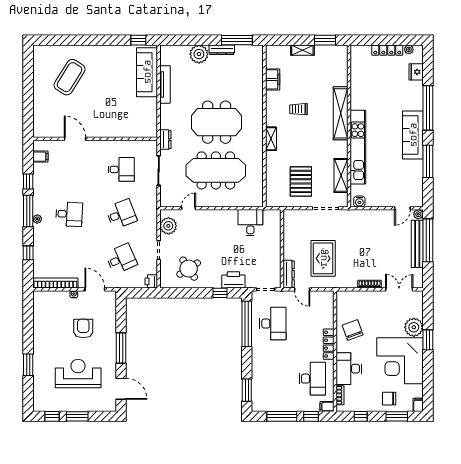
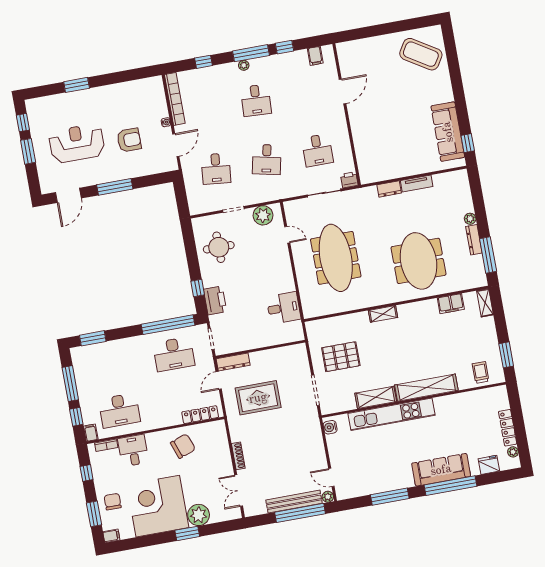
shelving: (302, 50) -> (485, 303), moved
plant: (199, 54) -> (470, 219), width x0.53, depth x0.53
sofa: (147, 72) -> (448, 132), moved, turned -90
coffee table: (70, 77) -> (421, 54), moved
tv unit: (165, 84) -> (417, 184), width x0.71
trolley: (299, 109) -> (481, 372), moved
meeting table: (217, 122) -> (419, 261), moved
sofa: (413, 135) -> (441, 470), moved
dresser: (165, 140) -> (389, 189), moved
shelving: (341, 175) -> (376, 397), moved
desk: (121, 214) -> (267, 159), turned 33
desk: (121, 259) -> (216, 169), turned 30
round table: (189, 269) -> (219, 247), turned 33
printer: (151, 281) -> (349, 180), moved
double door: (399, 289) -> (239, 491), swing flipped
locker: (329, 344) -> (200, 415), moved
desk: (349, 369) -> (133, 450), width x0.73
reception desk: (78, 373) -> (77, 143), turned -90

